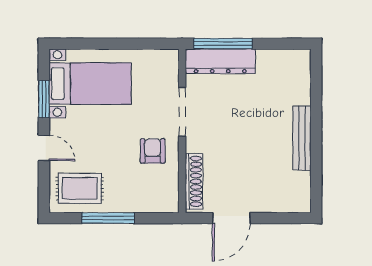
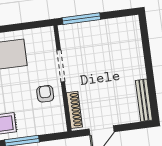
dresser: (220, 61) -> (81, 30), removed
bench: (302, 138) -> (144, 100), moved

